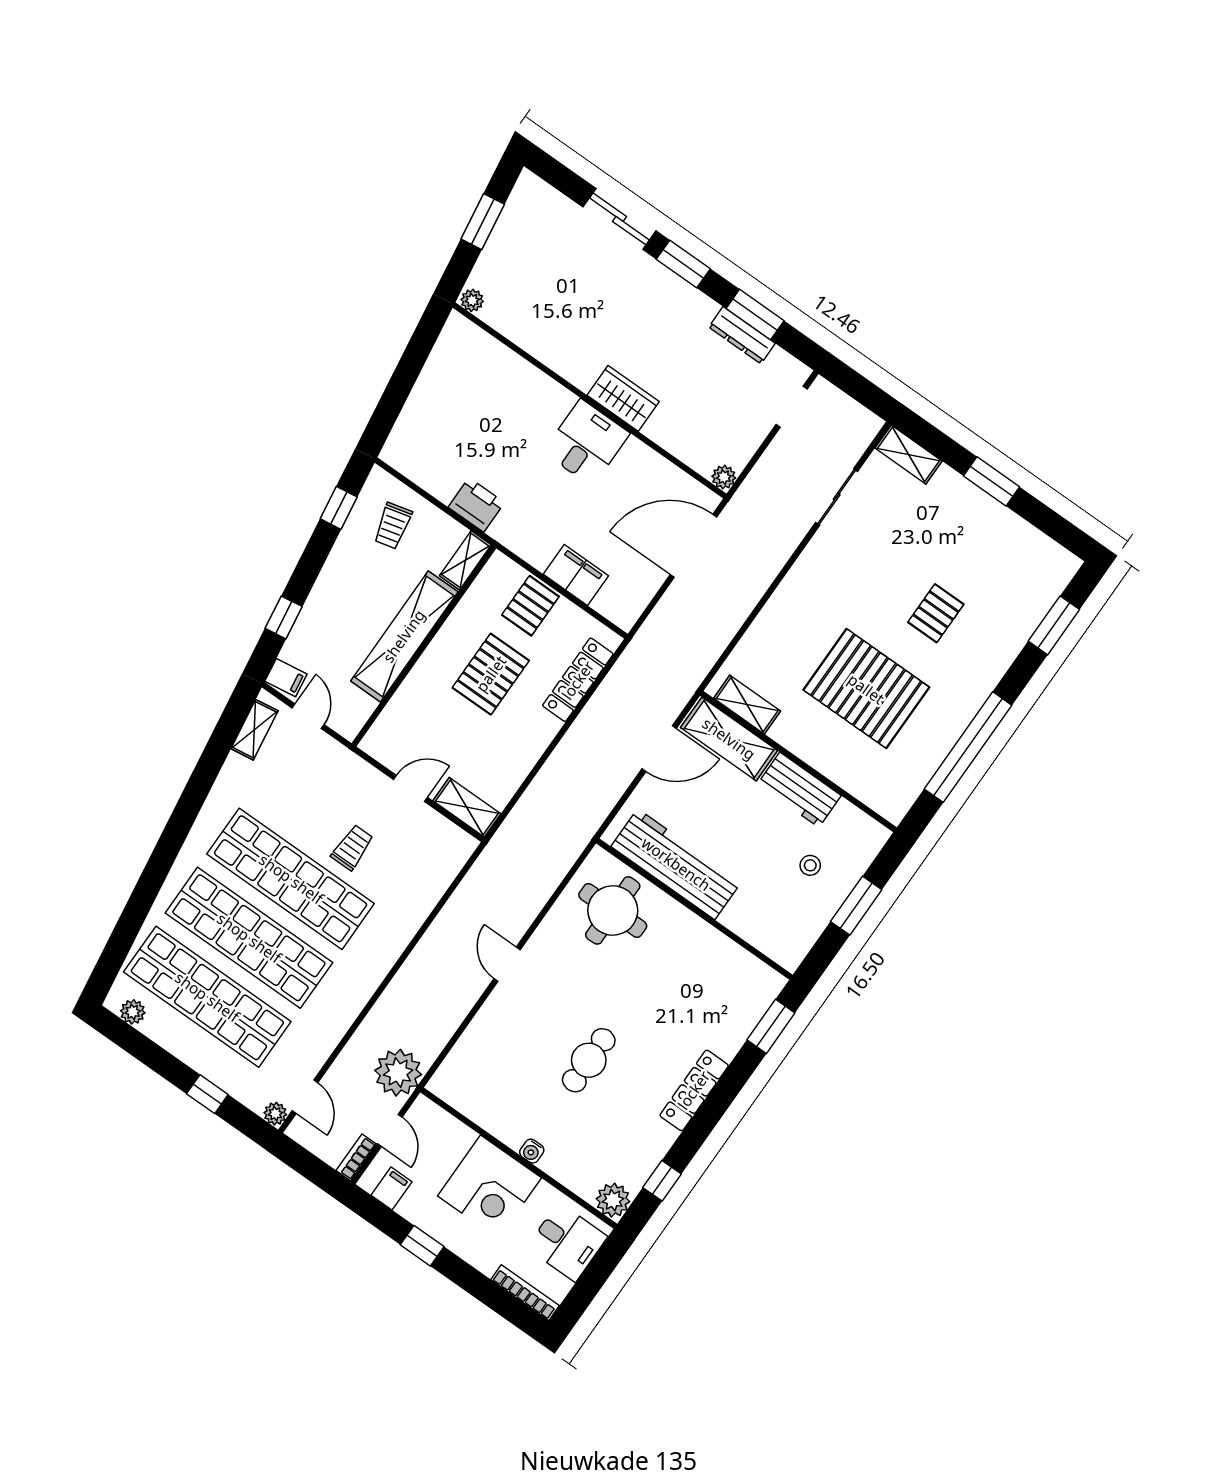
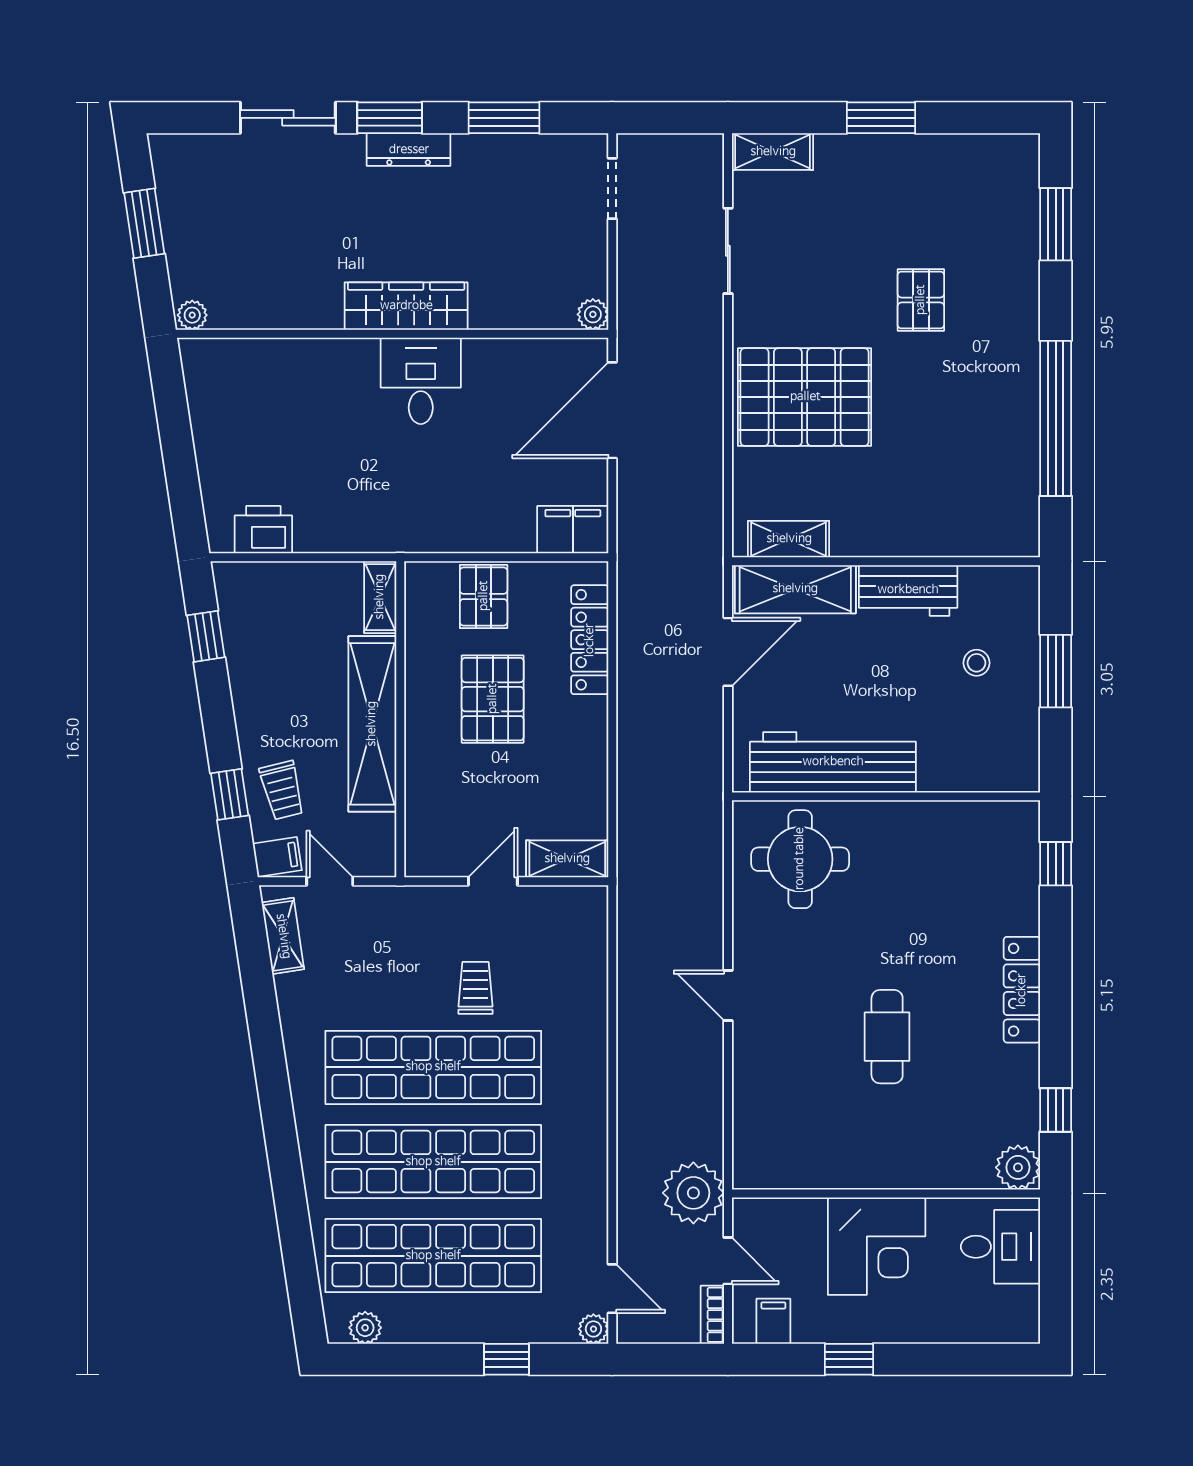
dresser: (742, 335) -> (409, 150), moved
wardrobe: (623, 398) -> (406, 306), width x1.50
printer: (476, 505) -> (263, 530), moved
trolley: (393, 526) -> (282, 790), moved
filing cabinet: (576, 575) -> (573, 530), moved
pallet: (866, 689) -> (805, 397), moved
window: (771, 1026) -> (1056, 864), width x0.67
water cooler: (532, 1151) -> (895, 1176), removed
bookcase: (525, 1293) -> (994, 1332), removed

